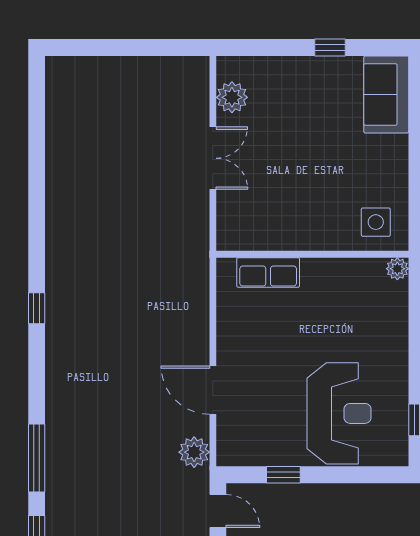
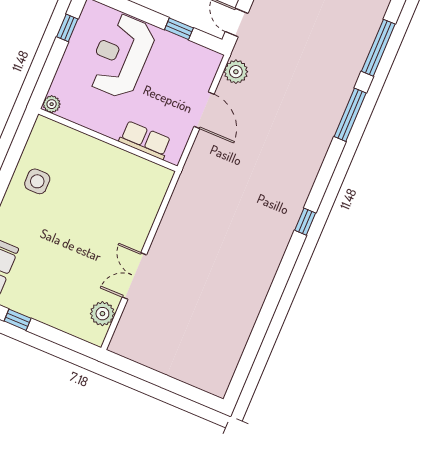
wall: (312, 254) -> (108, 140), moved
plant: (397, 269) -> (52, 104), moved
row of seats: (268, 272) -> (145, 140), moved

